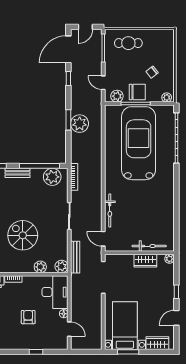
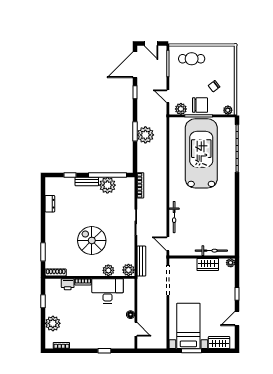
door: (85, 27) -> (151, 44), hinge flipped
plant: (52, 177) -> (107, 185), moved
desk: (55, 292) -> (108, 291), moved, turned -90
armchair: (28, 317) -> (97, 318), removed

